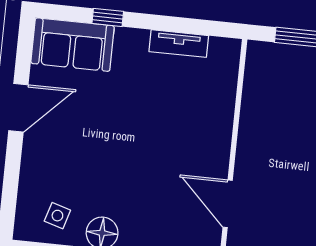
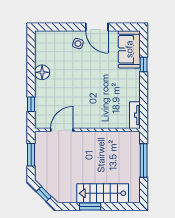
tv unit: (179, 44) -> (135, 115), moved
side table: (57, 216) -> (78, 44), moved

